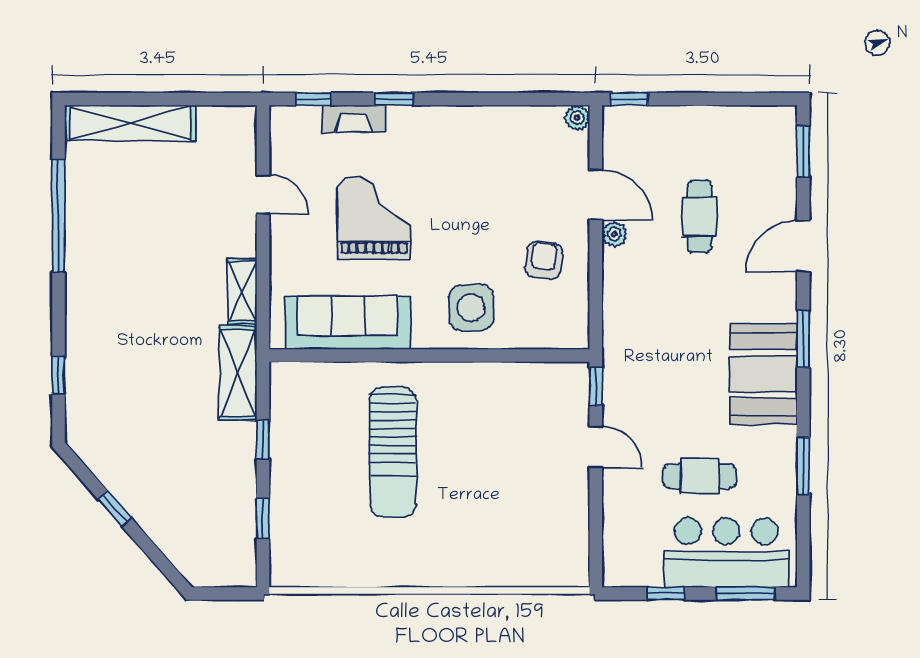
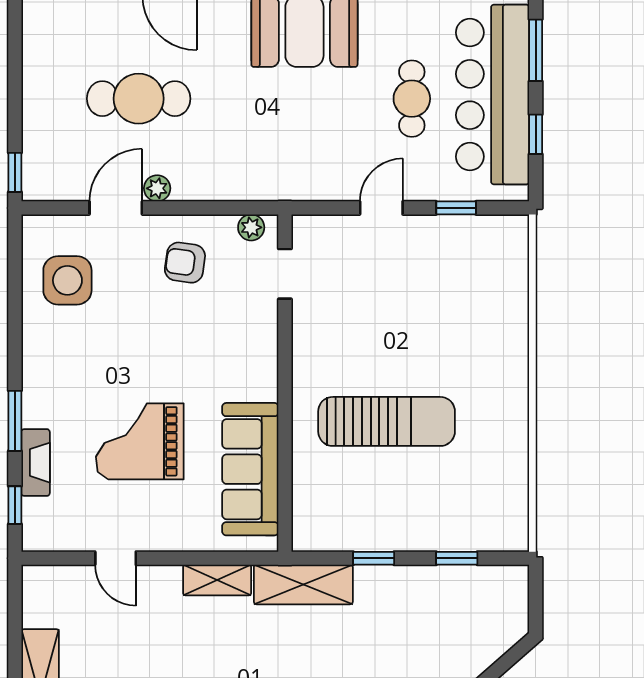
window: (393, 99) -> (15, 421), width x1.50
plant: (577, 118) -> (251, 227), moved
door: (263, 195) -> (116, 558), swing flipped
cafe table: (700, 217) -> (139, 99), width x1.37, depth x1.35
side table: (471, 308) -> (67, 280), moved
doorway: (533, 355) -> (285, 274), added
window: (596, 387) -> (456, 208), moved
bar counter: (726, 553) -> (493, 95), width x1.36

